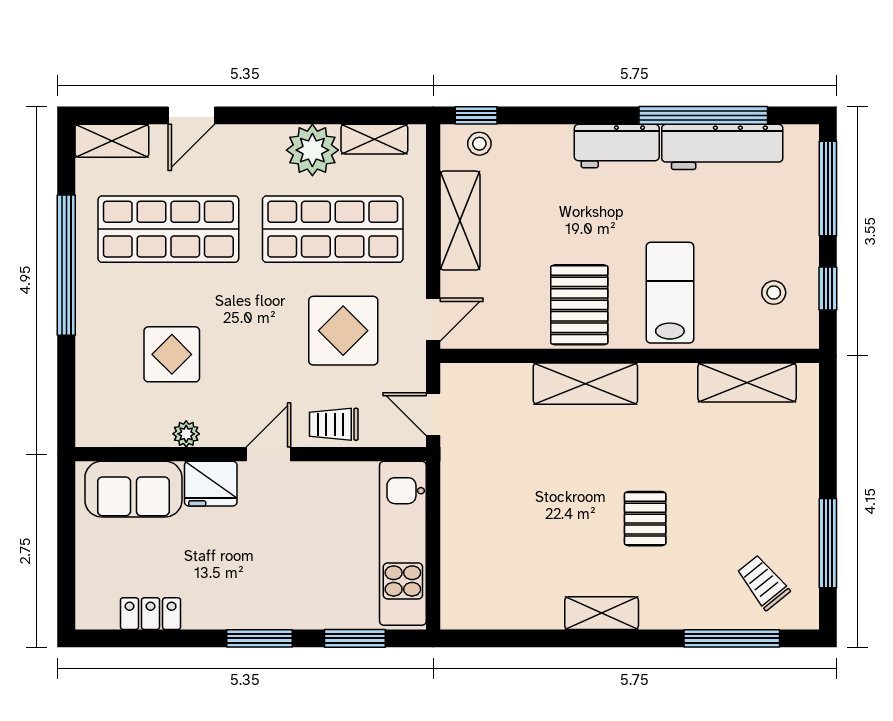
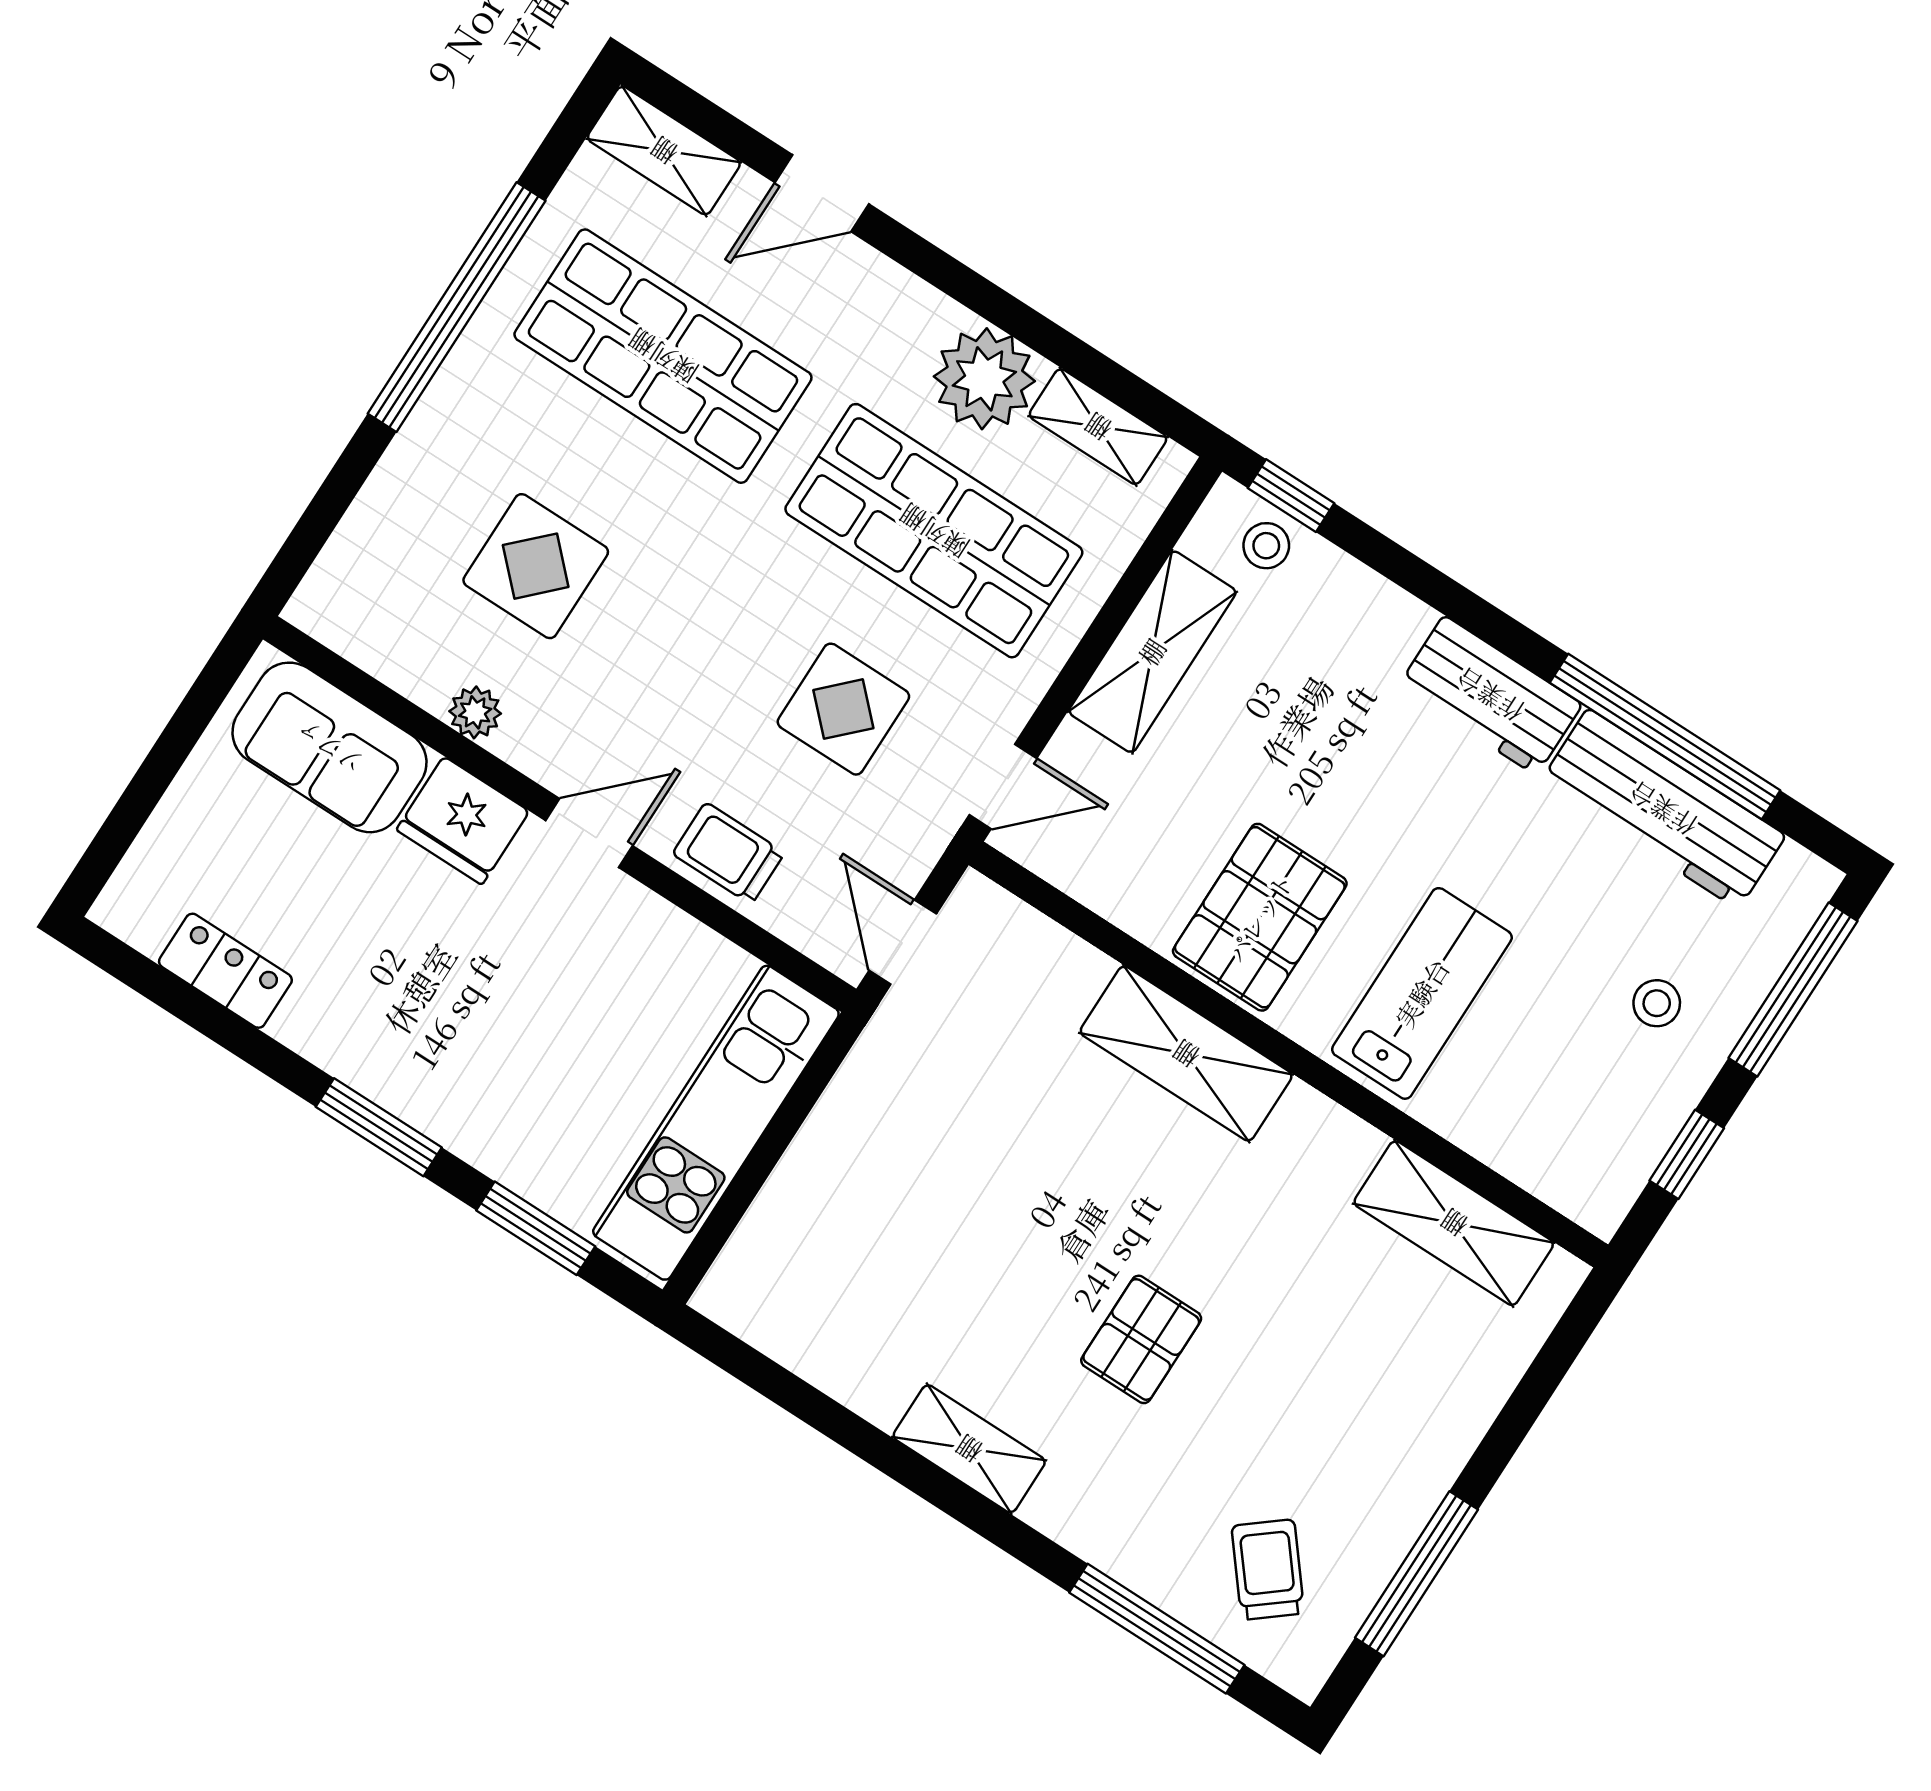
stool: (774, 293) -> (1657, 1003), moved
display table: (343, 331) -> (843, 709), width x0.73, depth x0.73

